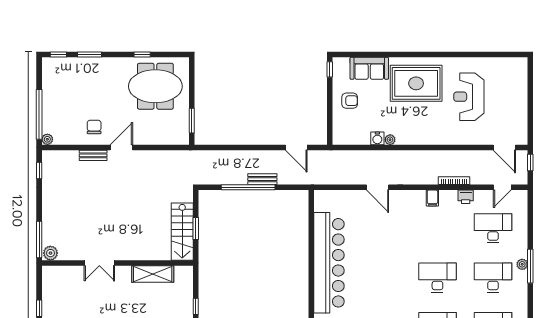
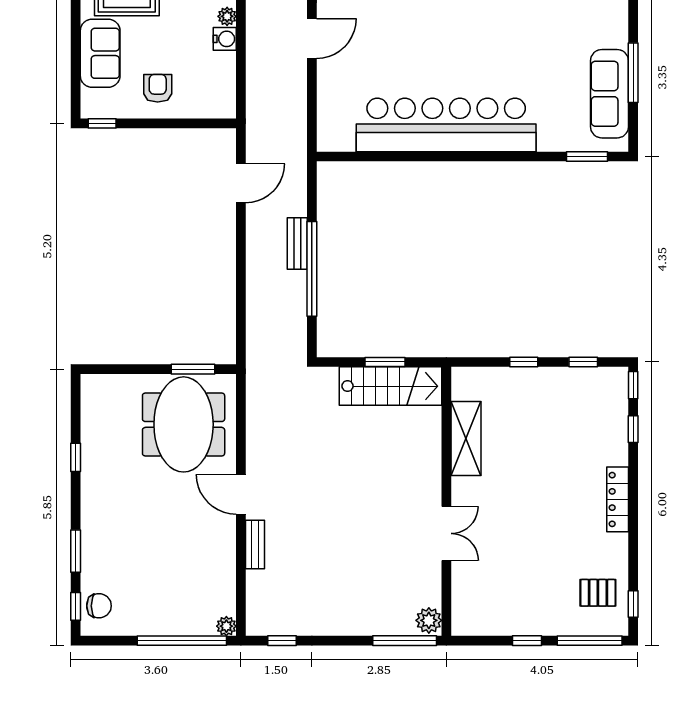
meeting table: (155, 86) -> (184, 424), moved
chair: (94, 127) -> (99, 606), moved, turned 180

